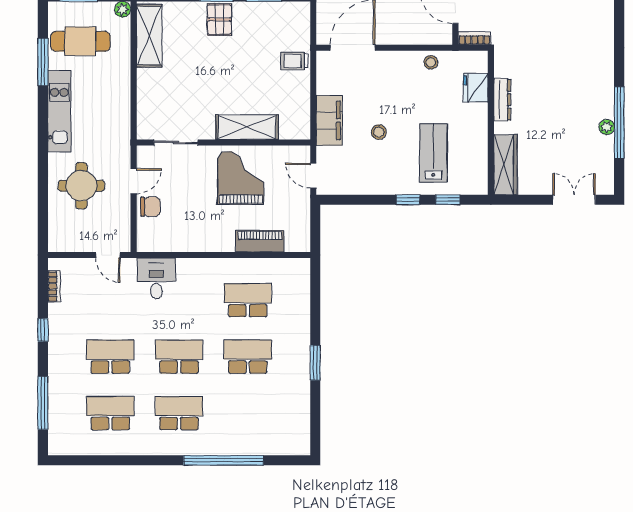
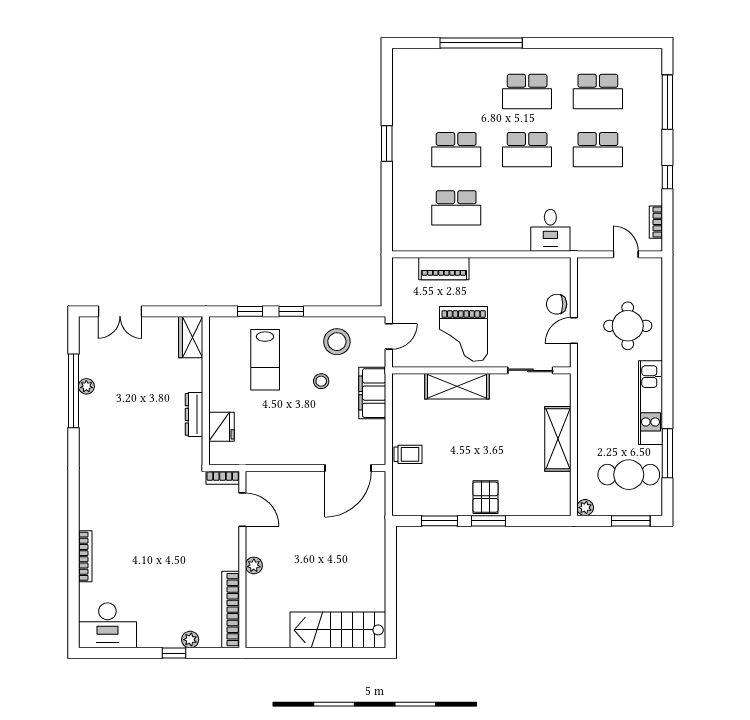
shelving: (149, 36) -> (558, 439), moved
stool: (431, 62) -> (337, 342), moved, width x1.89, depth x1.89
wardrobe: (505, 165) -> (191, 337), width x0.67
door: (313, 175) -> (389, 336), hinge flipped
door: (108, 255) -> (626, 254), moved

